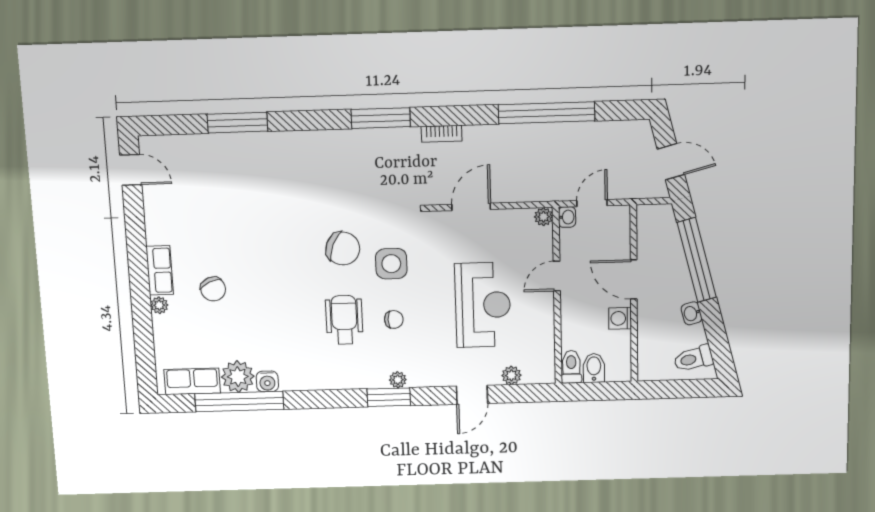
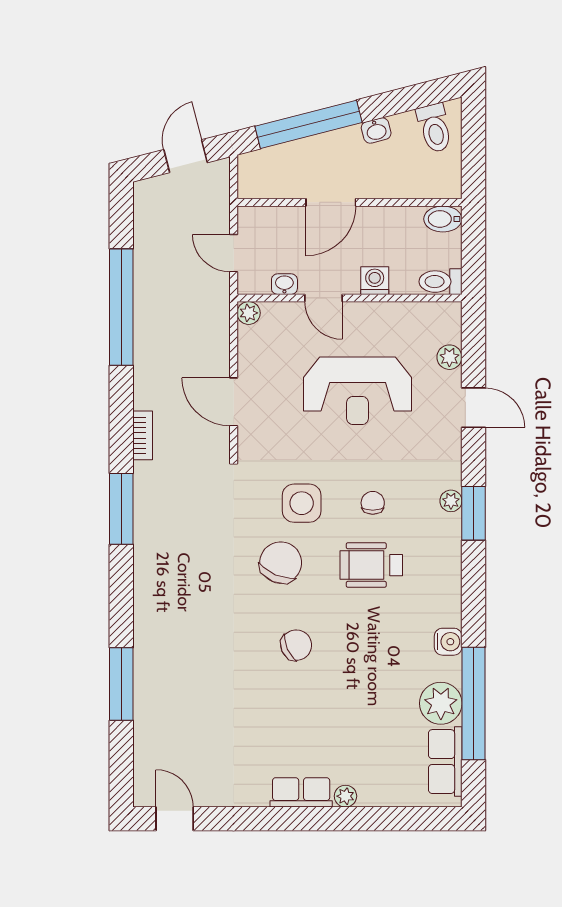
door: (131, 170) -> (175, 819), hinge flipped
washbasin: (567, 217) -> (284, 284), moved
chair: (213, 289) -> (296, 645), moved
reception desk: (483, 305) -> (358, 391), turned 180
washing machine: (620, 318) -> (375, 281), moved, turned 180
bidet: (594, 368) -> (443, 219), moved
water cooler: (267, 381) -> (448, 642), moved

